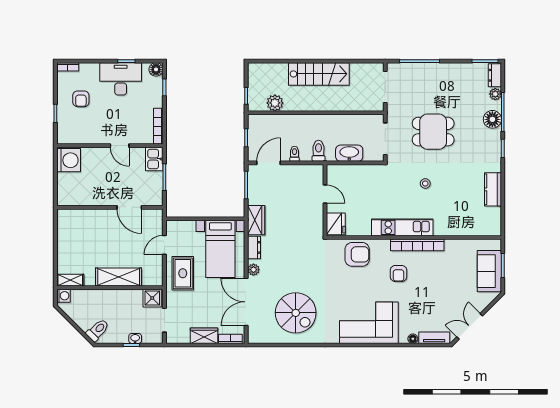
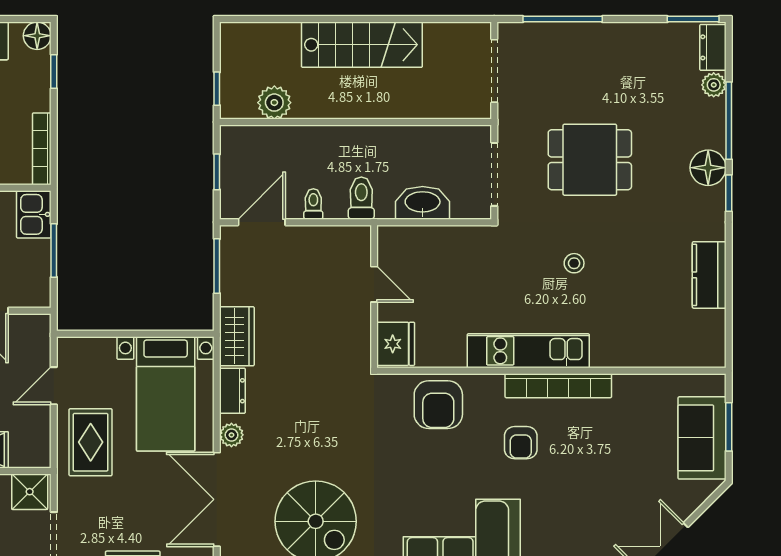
floor lamp: (492, 119) -> (708, 168), moved
armchair: (357, 254) -> (438, 405), turned 90

